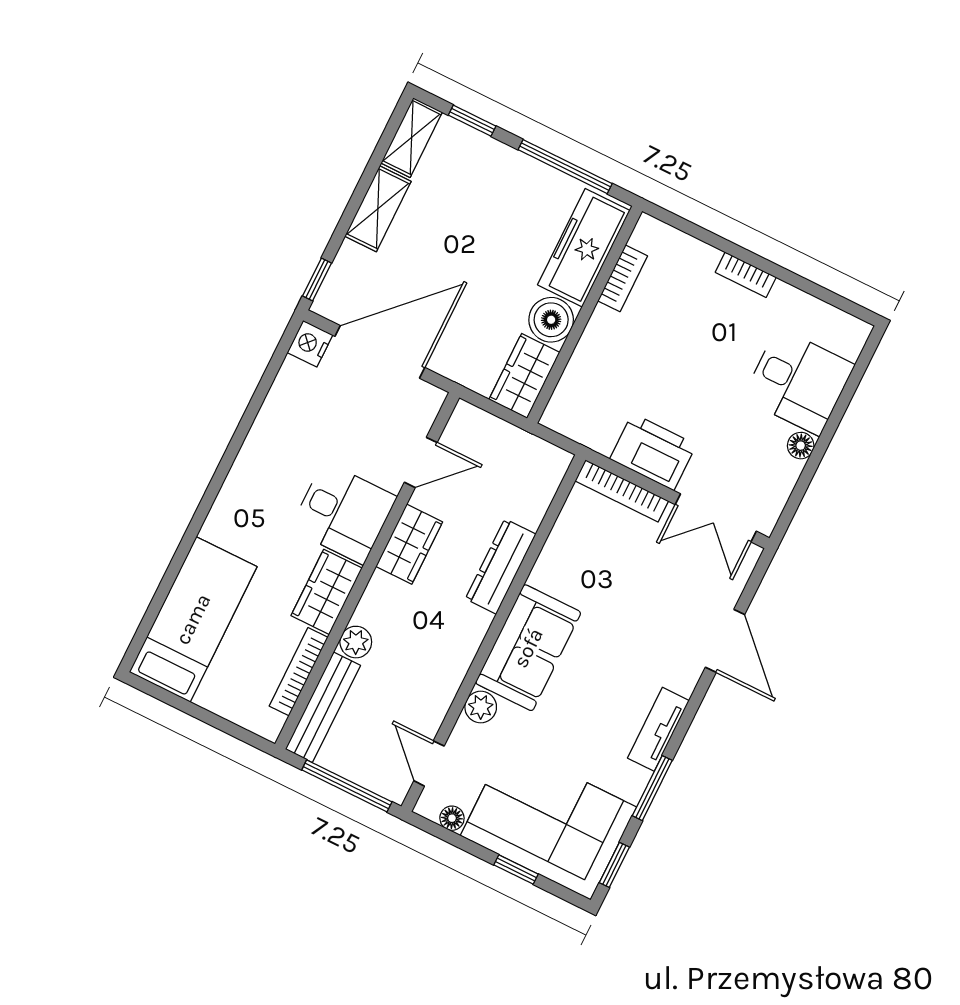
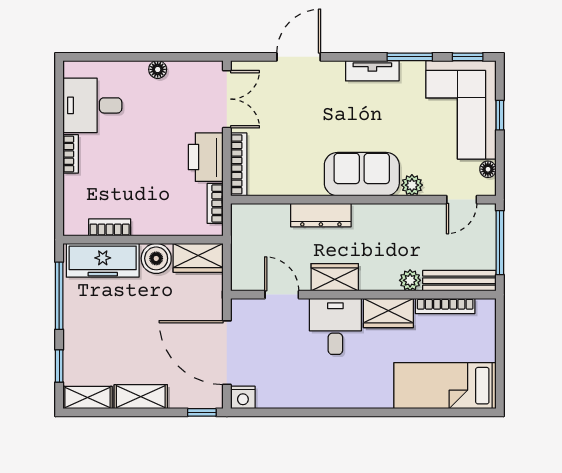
desk: (799, 381) -> (92, 105), moved, turned -90
bookcase: (585, 434) -> (215, 203), added

